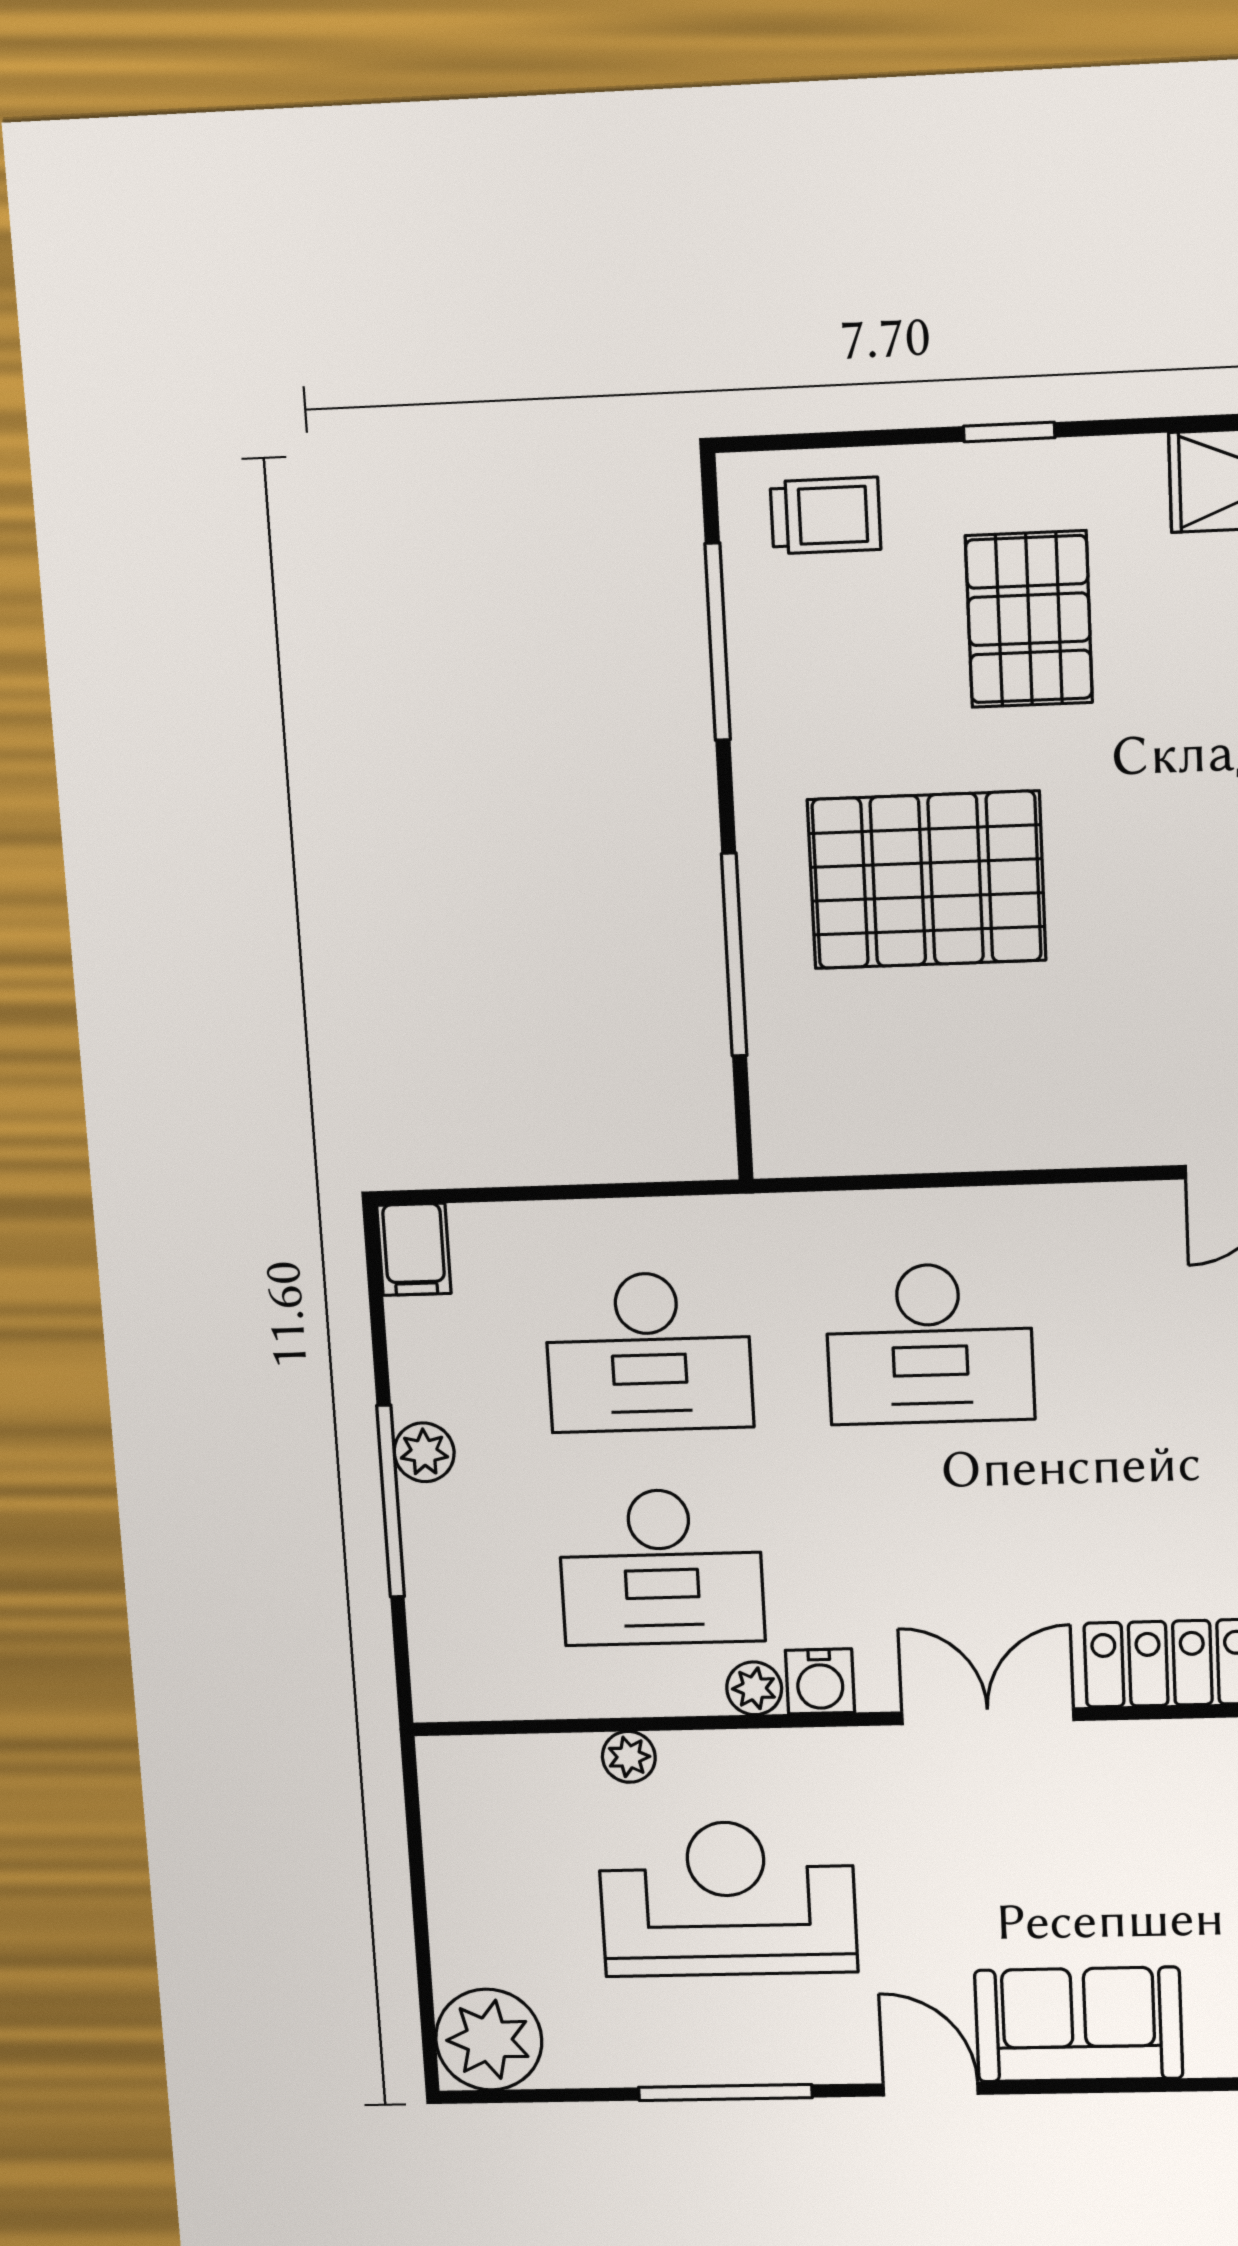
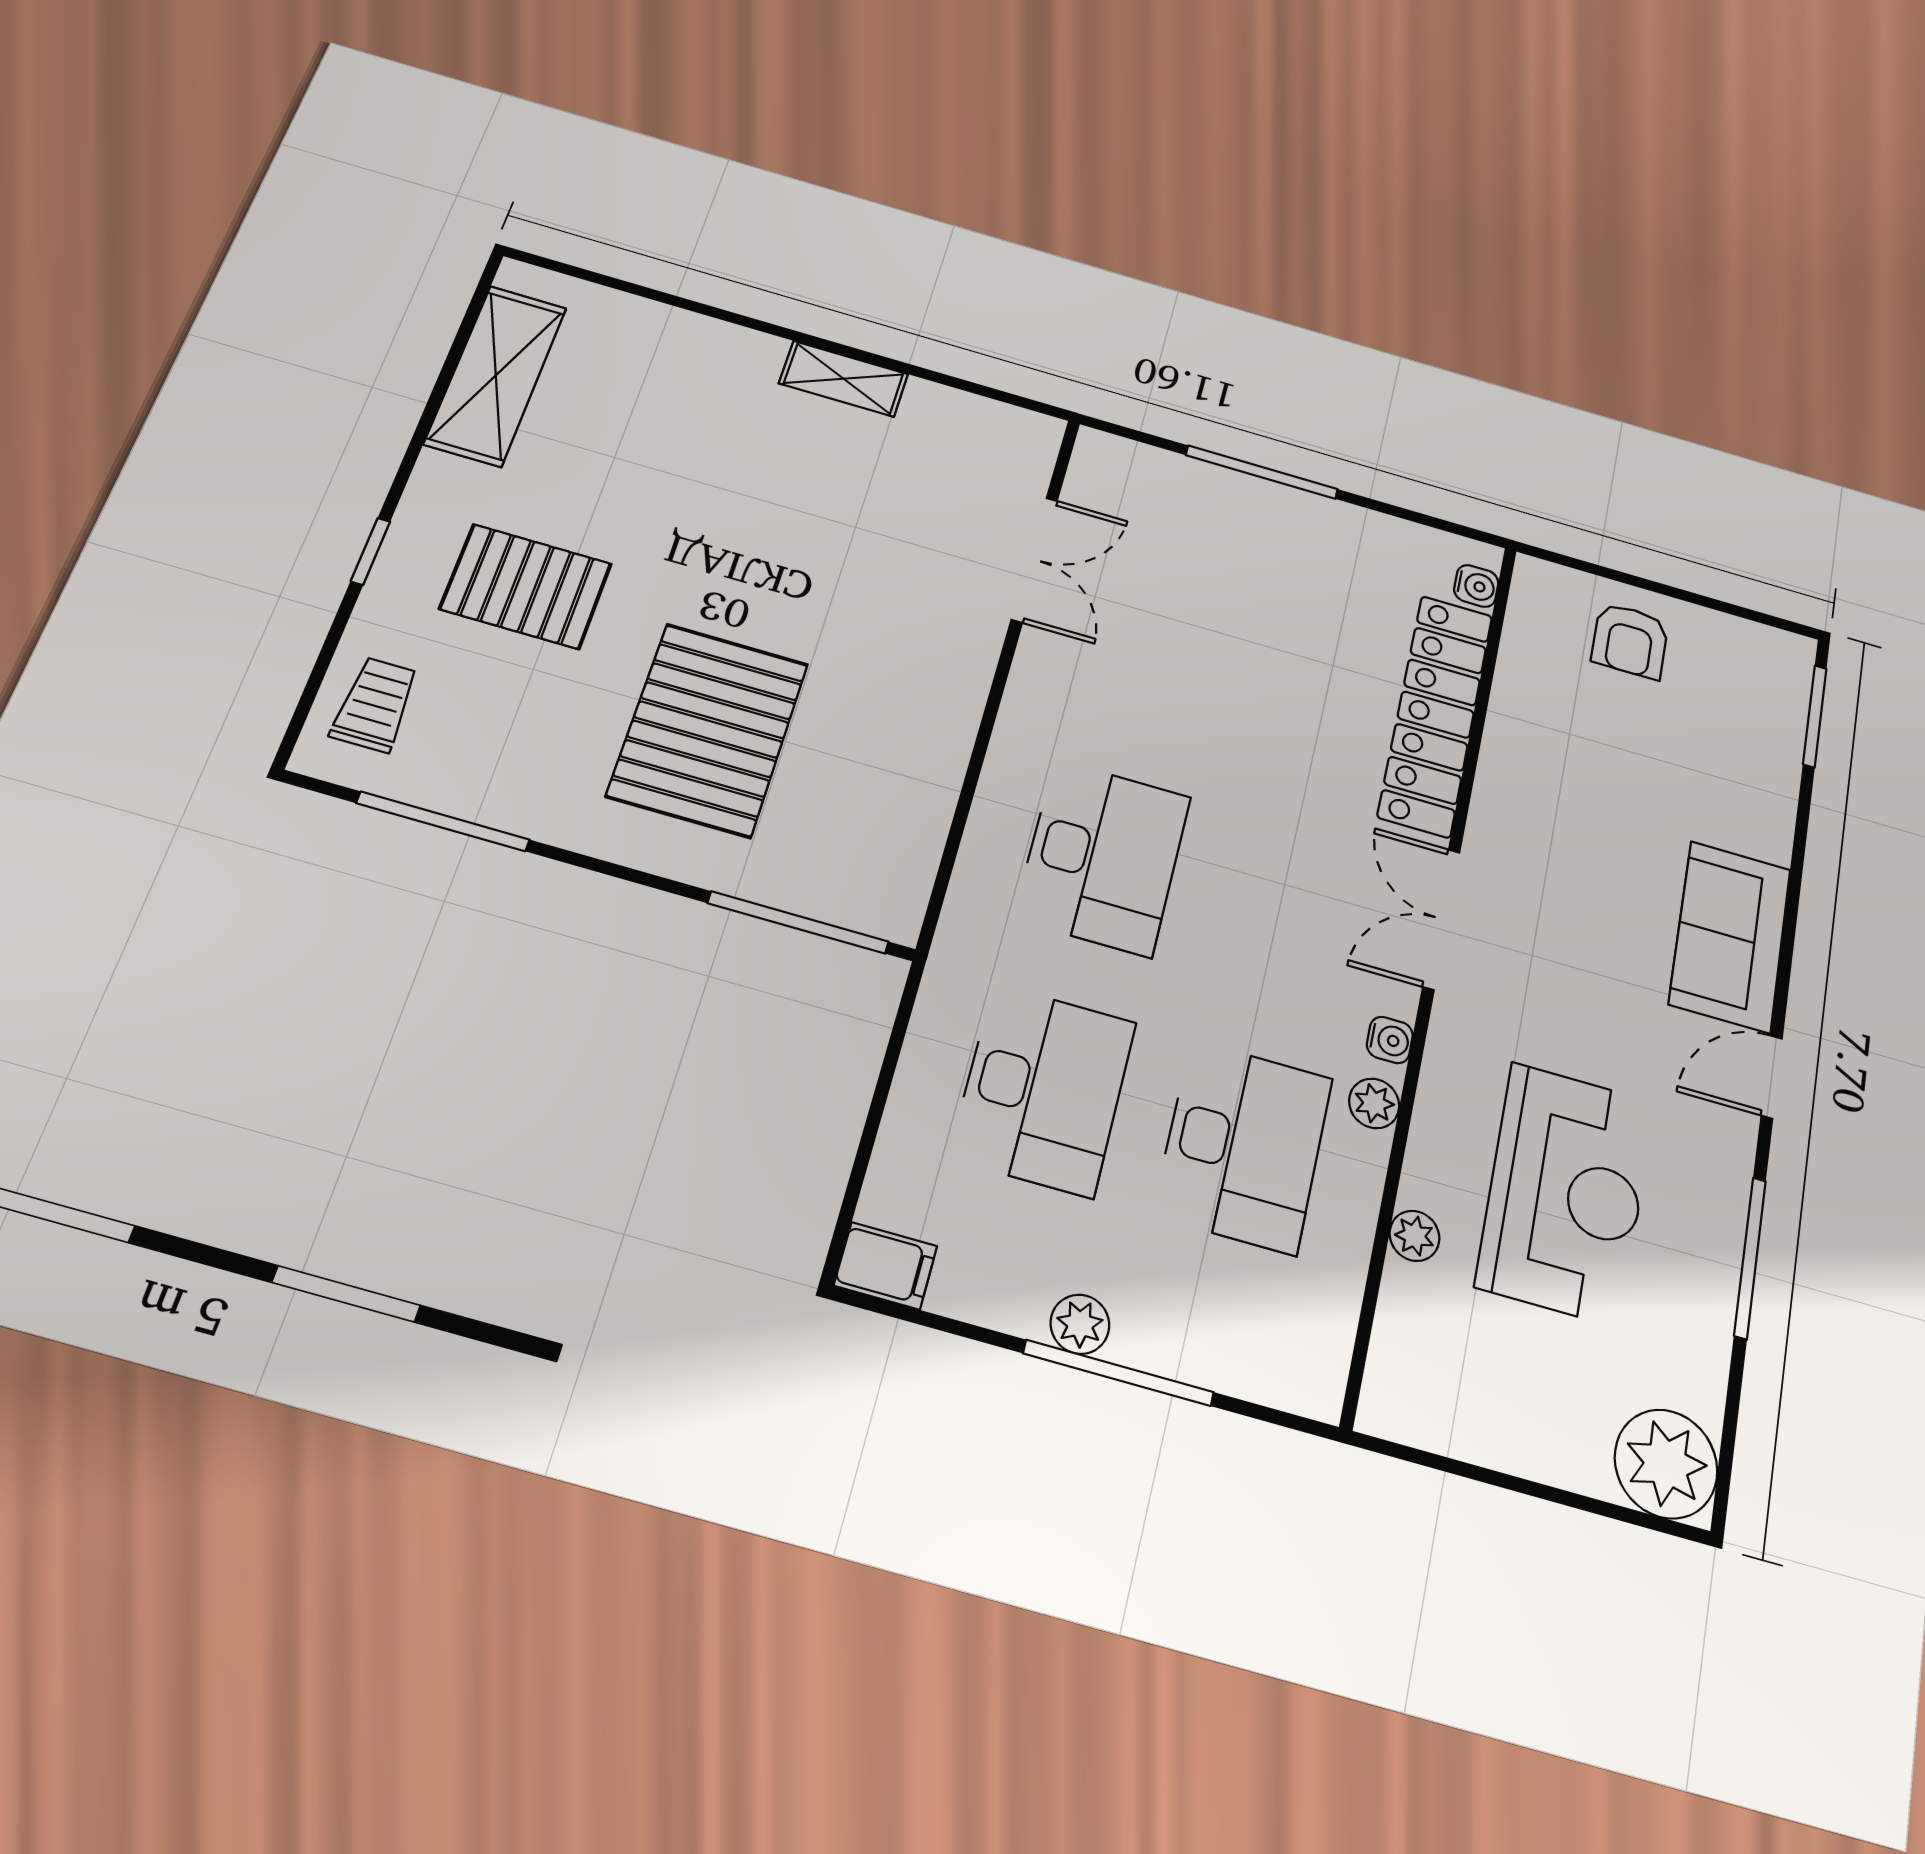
window: (734, 955) -> (798, 922), moved
water cooler: (820, 1681) -> (1390, 1040), width x0.72, depth x0.72
reception desk: (728, 1899) -> (1566, 1193), turned 180

